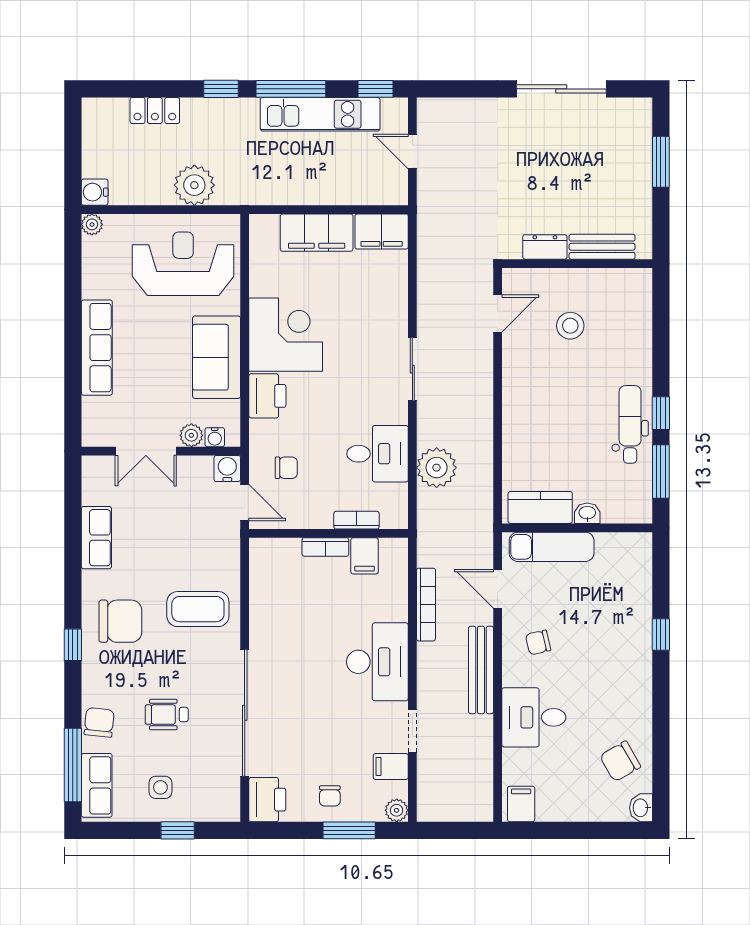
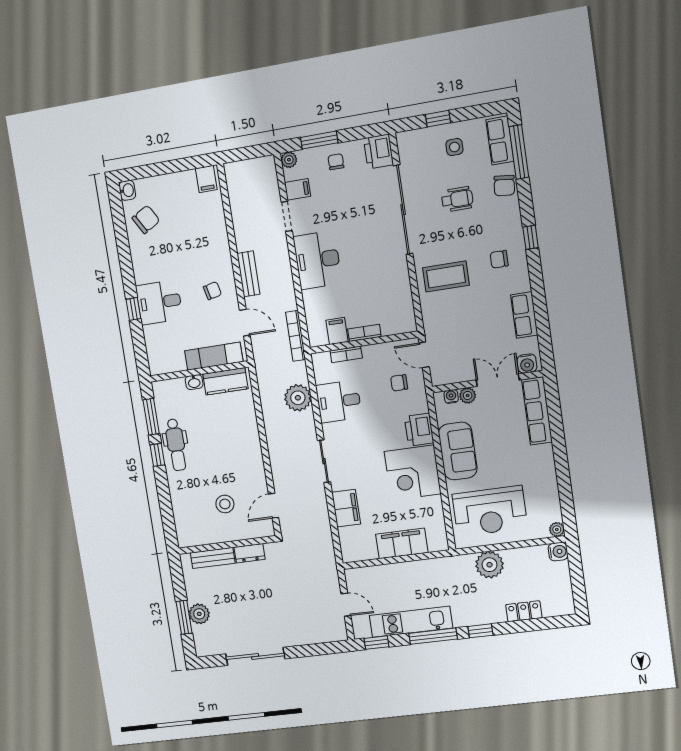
plant: (637, 164) -> (199, 614), added
filing cabinet: (382, 232) -> (346, 508), moved, turned 90
row of seats: (97, 348) -> (537, 411), moved
water cooler: (227, 468) -> (527, 364), moved
bookcase: (426, 605) -> (296, 336), moved
chair: (120, 621) -> (499, 259), width x0.54, depth x0.54
bench: (481, 670) -> (248, 274), width x0.73
desk: (534, 717) -> (159, 302), moved, turned 180

